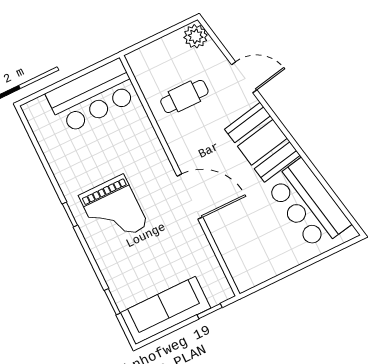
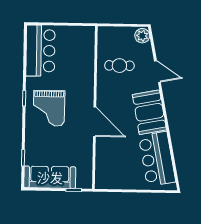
bar counter: (92, 96) -> (40, 51), moved, turned -90

